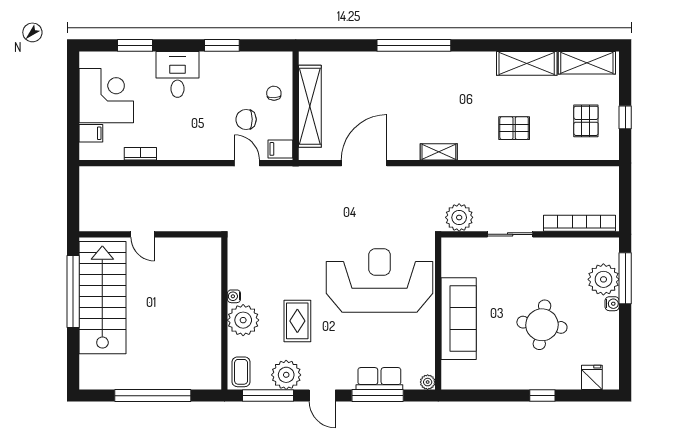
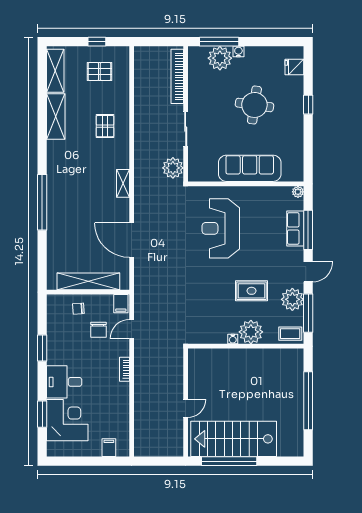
corner desk: (106, 96) -> (67, 420), moved, turned 90
bookcase: (140, 154) -> (124, 369), moved
reception desk: (380, 280) -> (221, 228), width x0.74, depth x0.77

